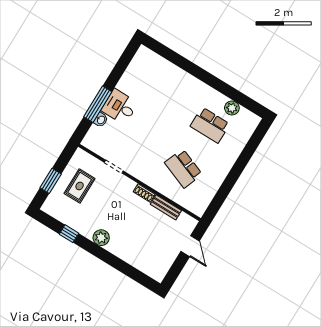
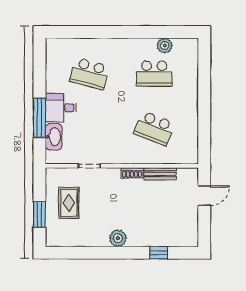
school desk: (159, 94) -> (89, 74), added
washbasin: (101, 120) -> (54, 137), width x1.91, depth x1.45
window: (69, 234) -> (159, 253), moved
door: (190, 246) -> (204, 196), hinge flipped

